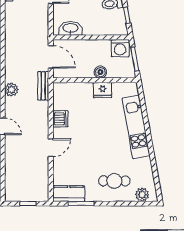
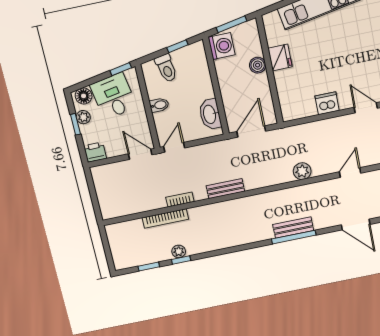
bench: (43, 86) -> (225, 189), moved

